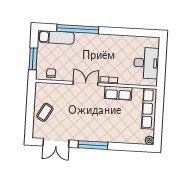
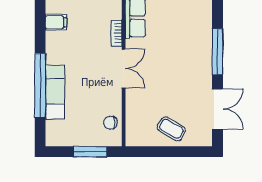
exam couch: (57, 37) -> (55, 92), moved
filing cabinet: (118, 42) -> (56, 22), added
double door: (86, 84) -> (124, 69), swing flipped

